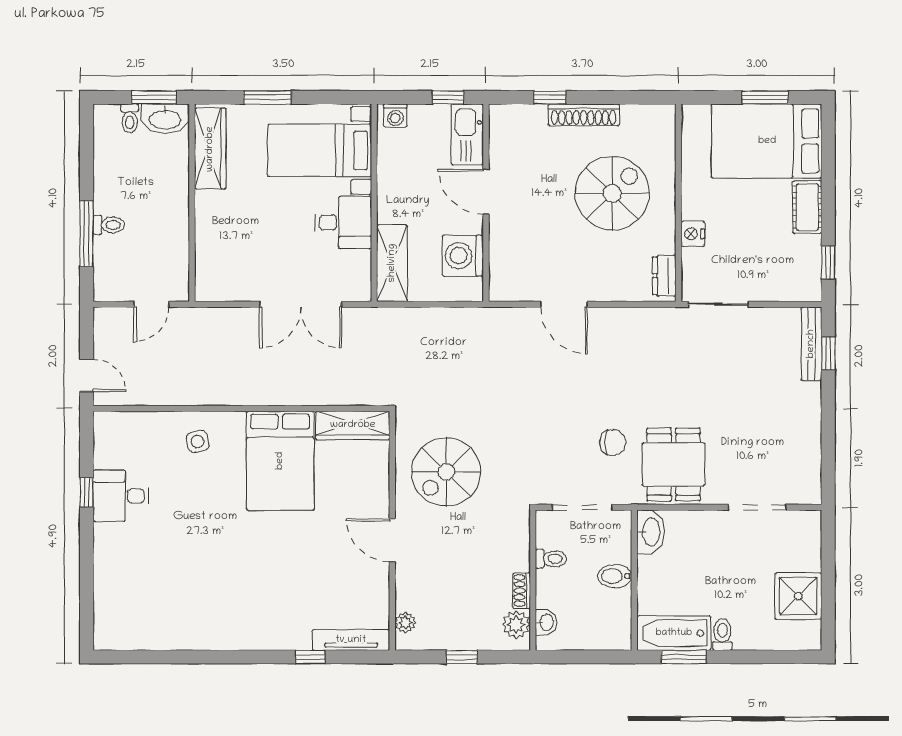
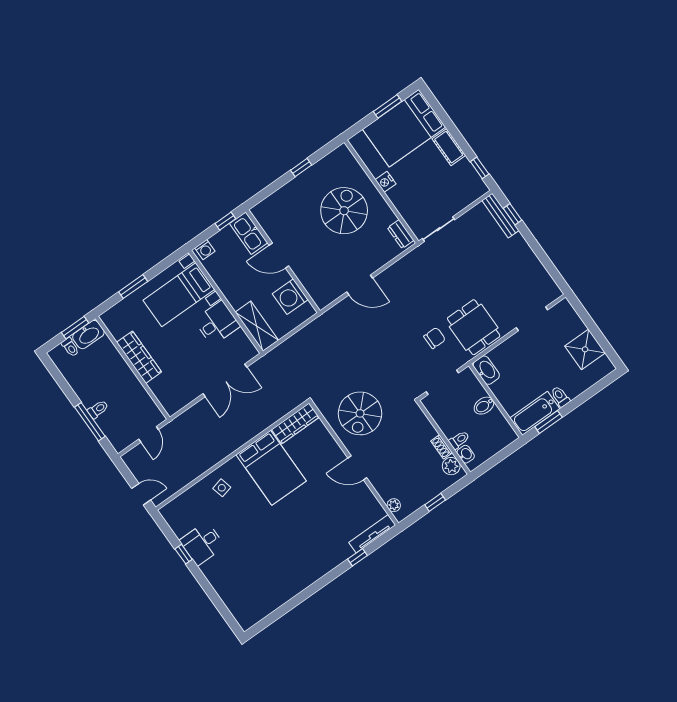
window: (550, 97) -> (301, 168), moved
shoe rack: (584, 115) -> (301, 181), removed
wardrobe: (210, 149) -> (139, 357), moved
nightstand: (693, 234) -> (385, 182), moved
toilet: (551, 559) -> (459, 440), moved

